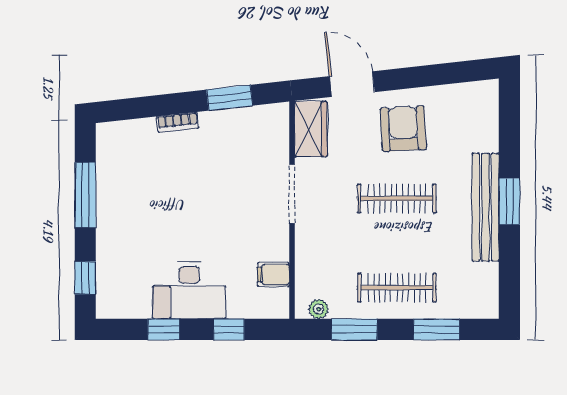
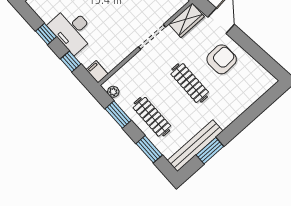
window: (509, 202) -> (210, 151), moved
bench: (486, 207) -> (195, 146), moved
filing cabinet: (273, 275) -> (97, 72), moved

